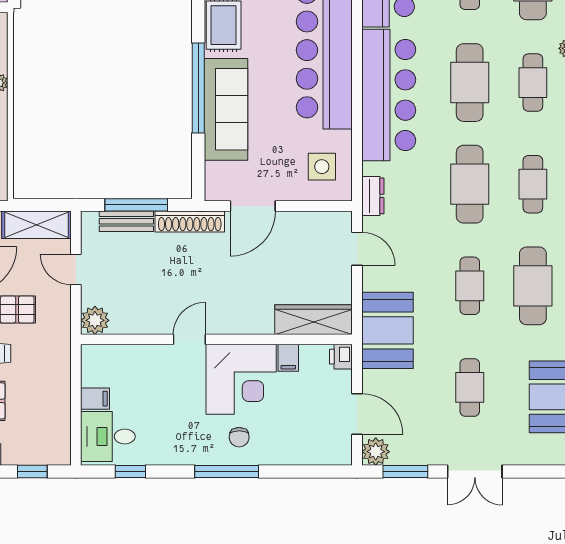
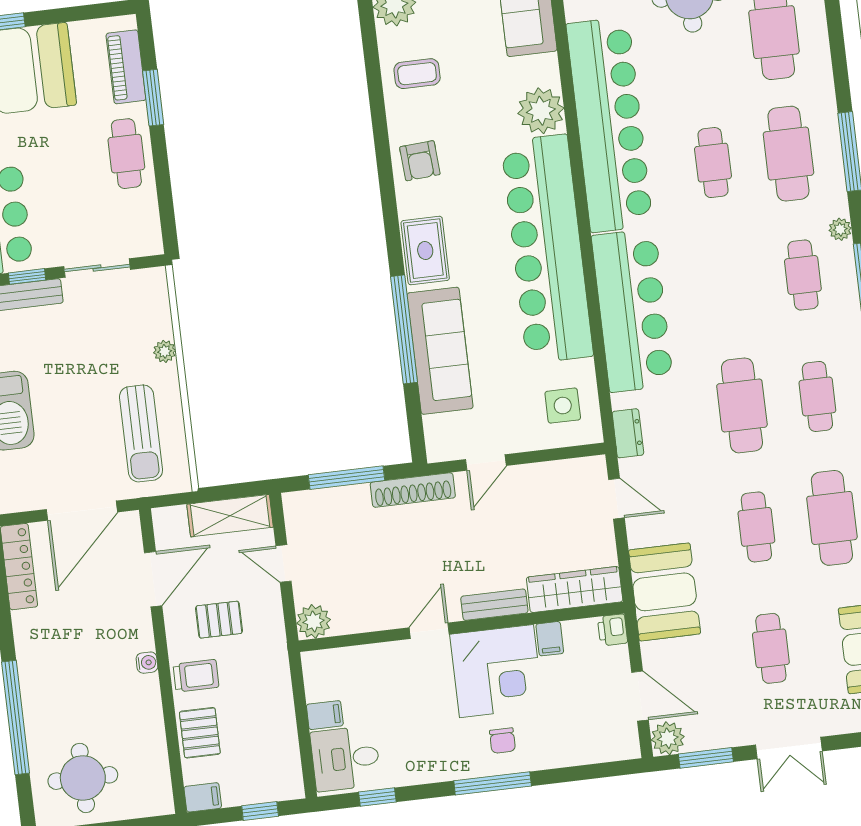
cafe table: (470, 83) -> (727, 284), removed
door: (253, 206) -> (486, 463), width x0.73
bench: (126, 221) -> (494, 605), moved

